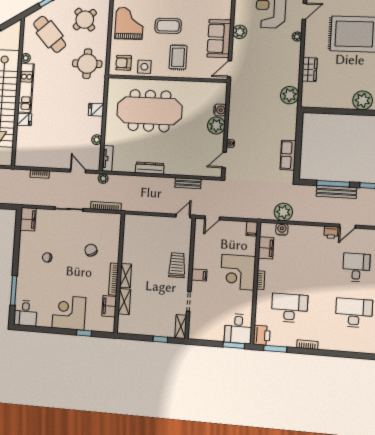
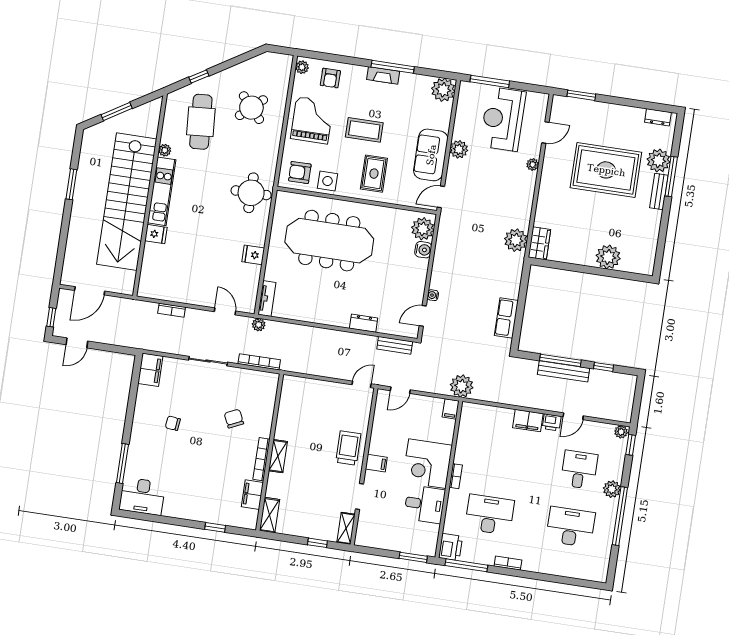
cafe table: (50, 34) -> (201, 122), turned 38
round table: (87, 64) -> (251, 193), moved
wardrobe: (309, 70) -> (539, 243), moved
fridge: (96, 110) -> (253, 255), moved
plant: (216, 125) -> (423, 229), moved
plant: (97, 140) -> (254, 272), removed
dresser: (150, 168) -> (364, 323), moved, width x0.70
bench: (188, 183) -> (395, 345), moved
plant: (283, 212) -> (462, 386), moved
water cooler: (282, 229) -> (489, 413), removed
filing cabinet: (266, 248) -> (528, 421), moved, turned 90
shelving: (124, 302) -> (270, 515), moved
desk: (25, 313) -> (142, 496), width x1.37
corner desk: (69, 313) -> (197, 499), removed
desk: (238, 329) -> (424, 504), moved, turned -90
window: (275, 349) -> (466, 565), width x1.44

